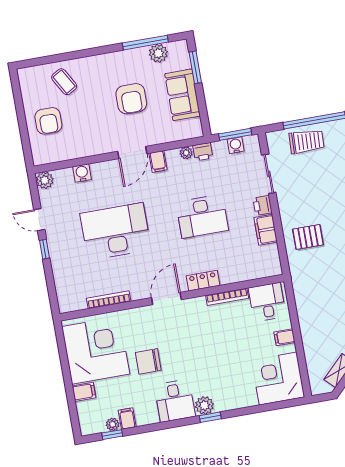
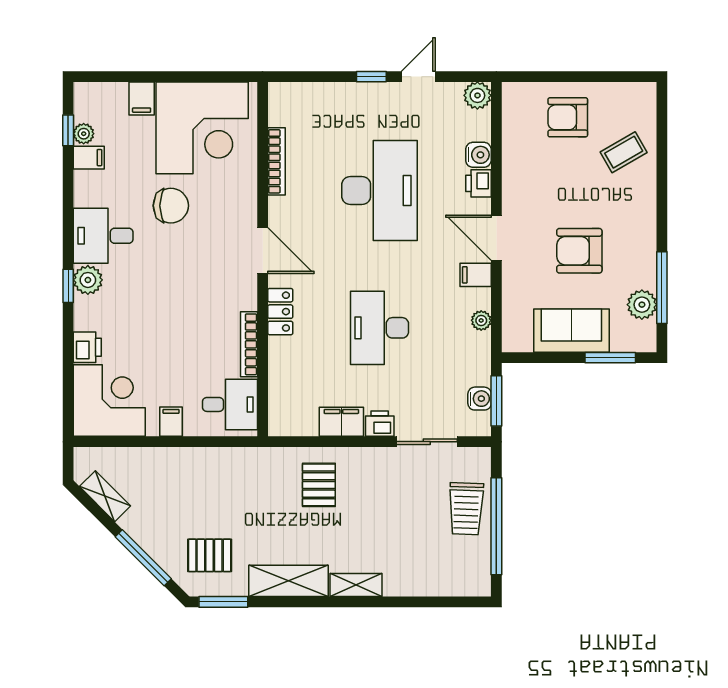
printer: (203, 152) -> (479, 183), moved
chair: (148, 361) -> (171, 206), turned 90
printer: (247, 398) -> (87, 347), added

